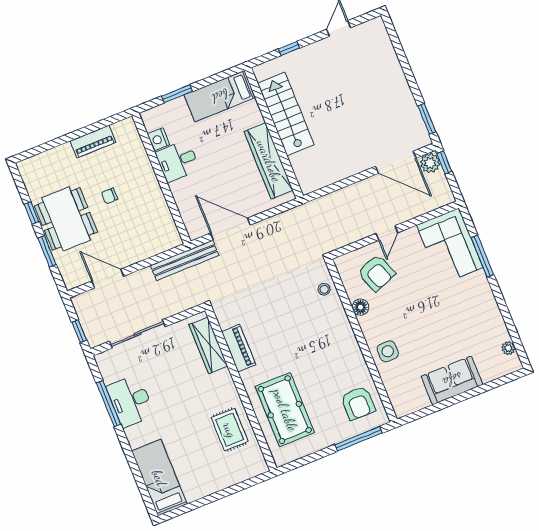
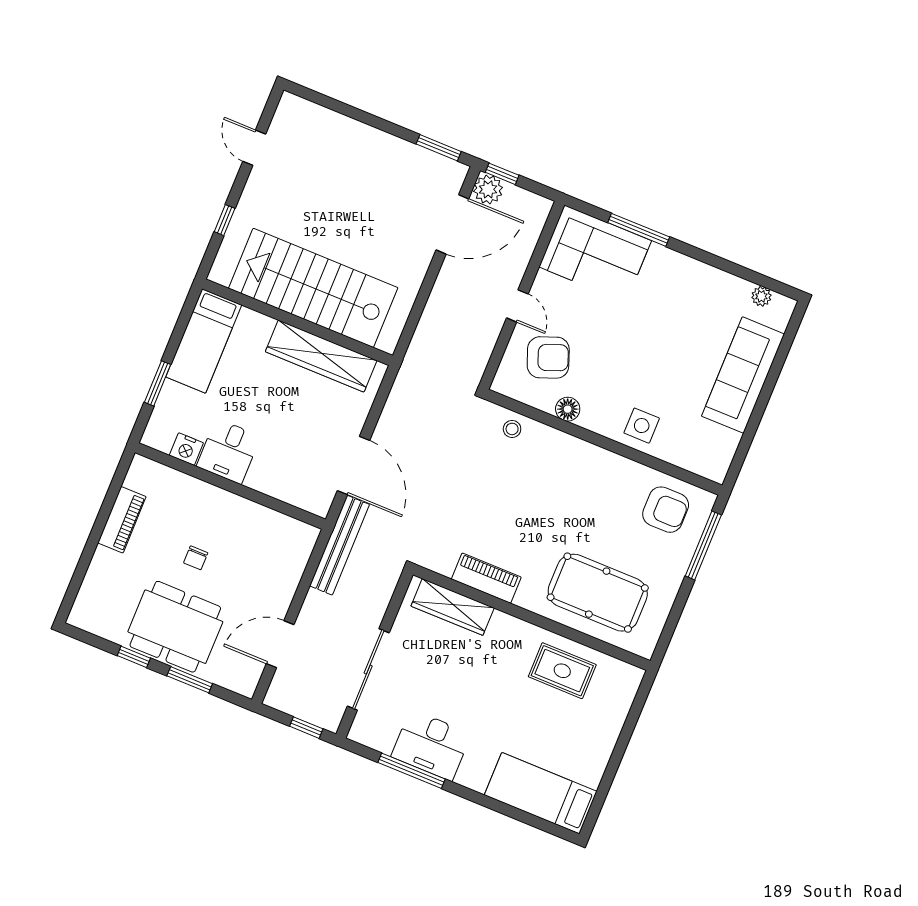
stairs: (286, 114) -> (313, 288), width x1.36, depth x1.51
door: (230, 229) -> (353, 465), swing flipped
sofa: (452, 380) -> (743, 375), width x1.36

